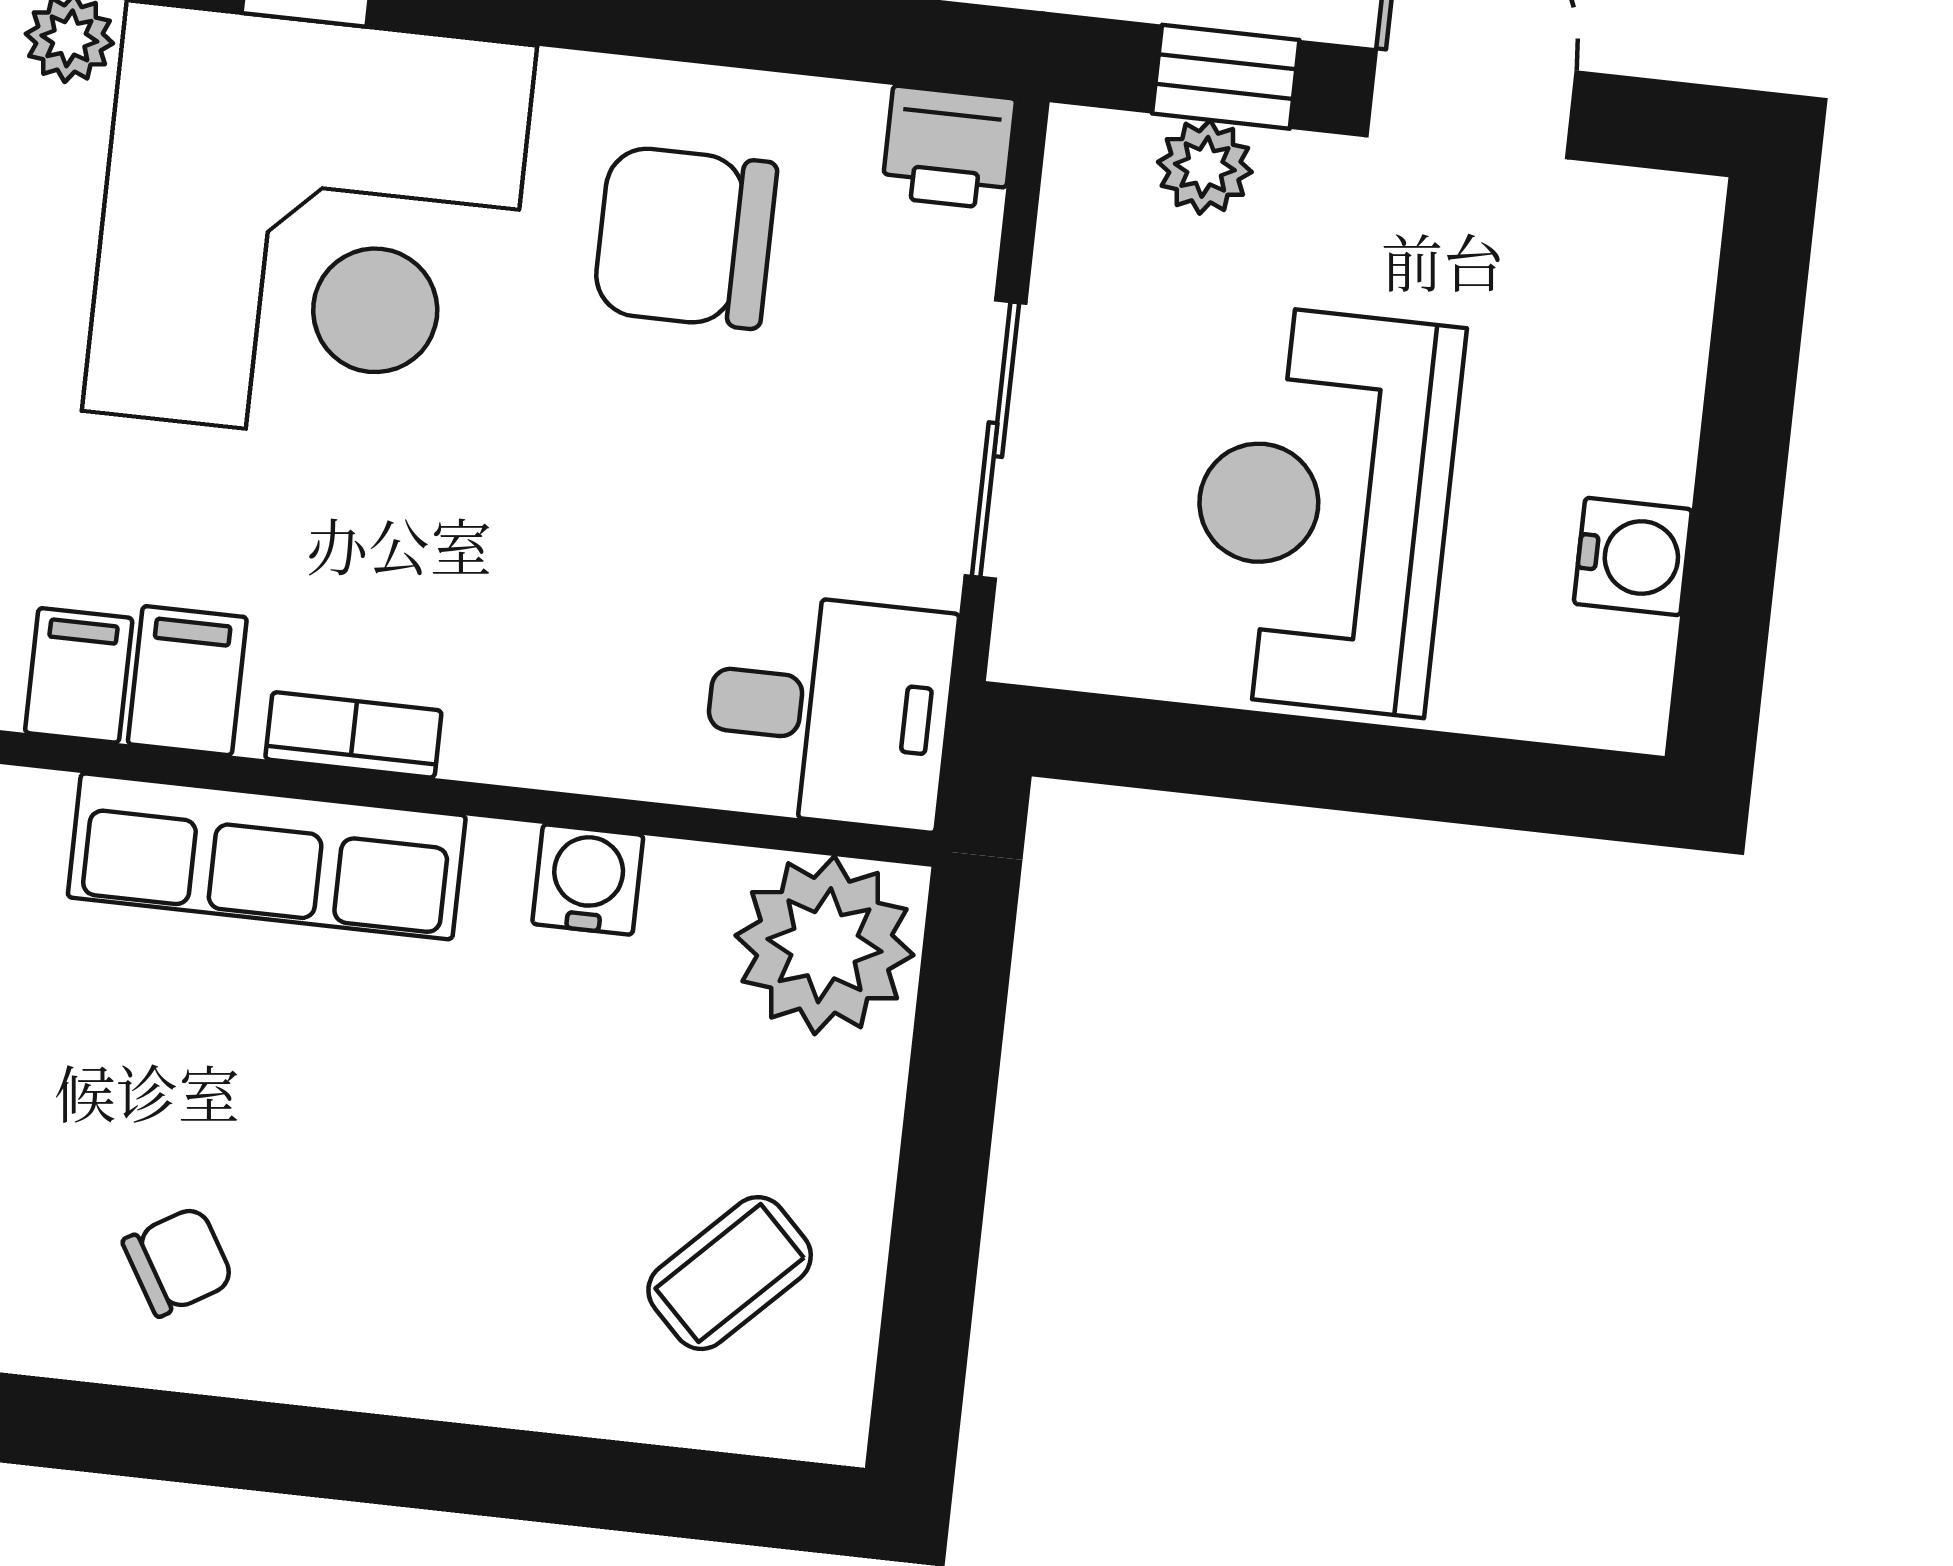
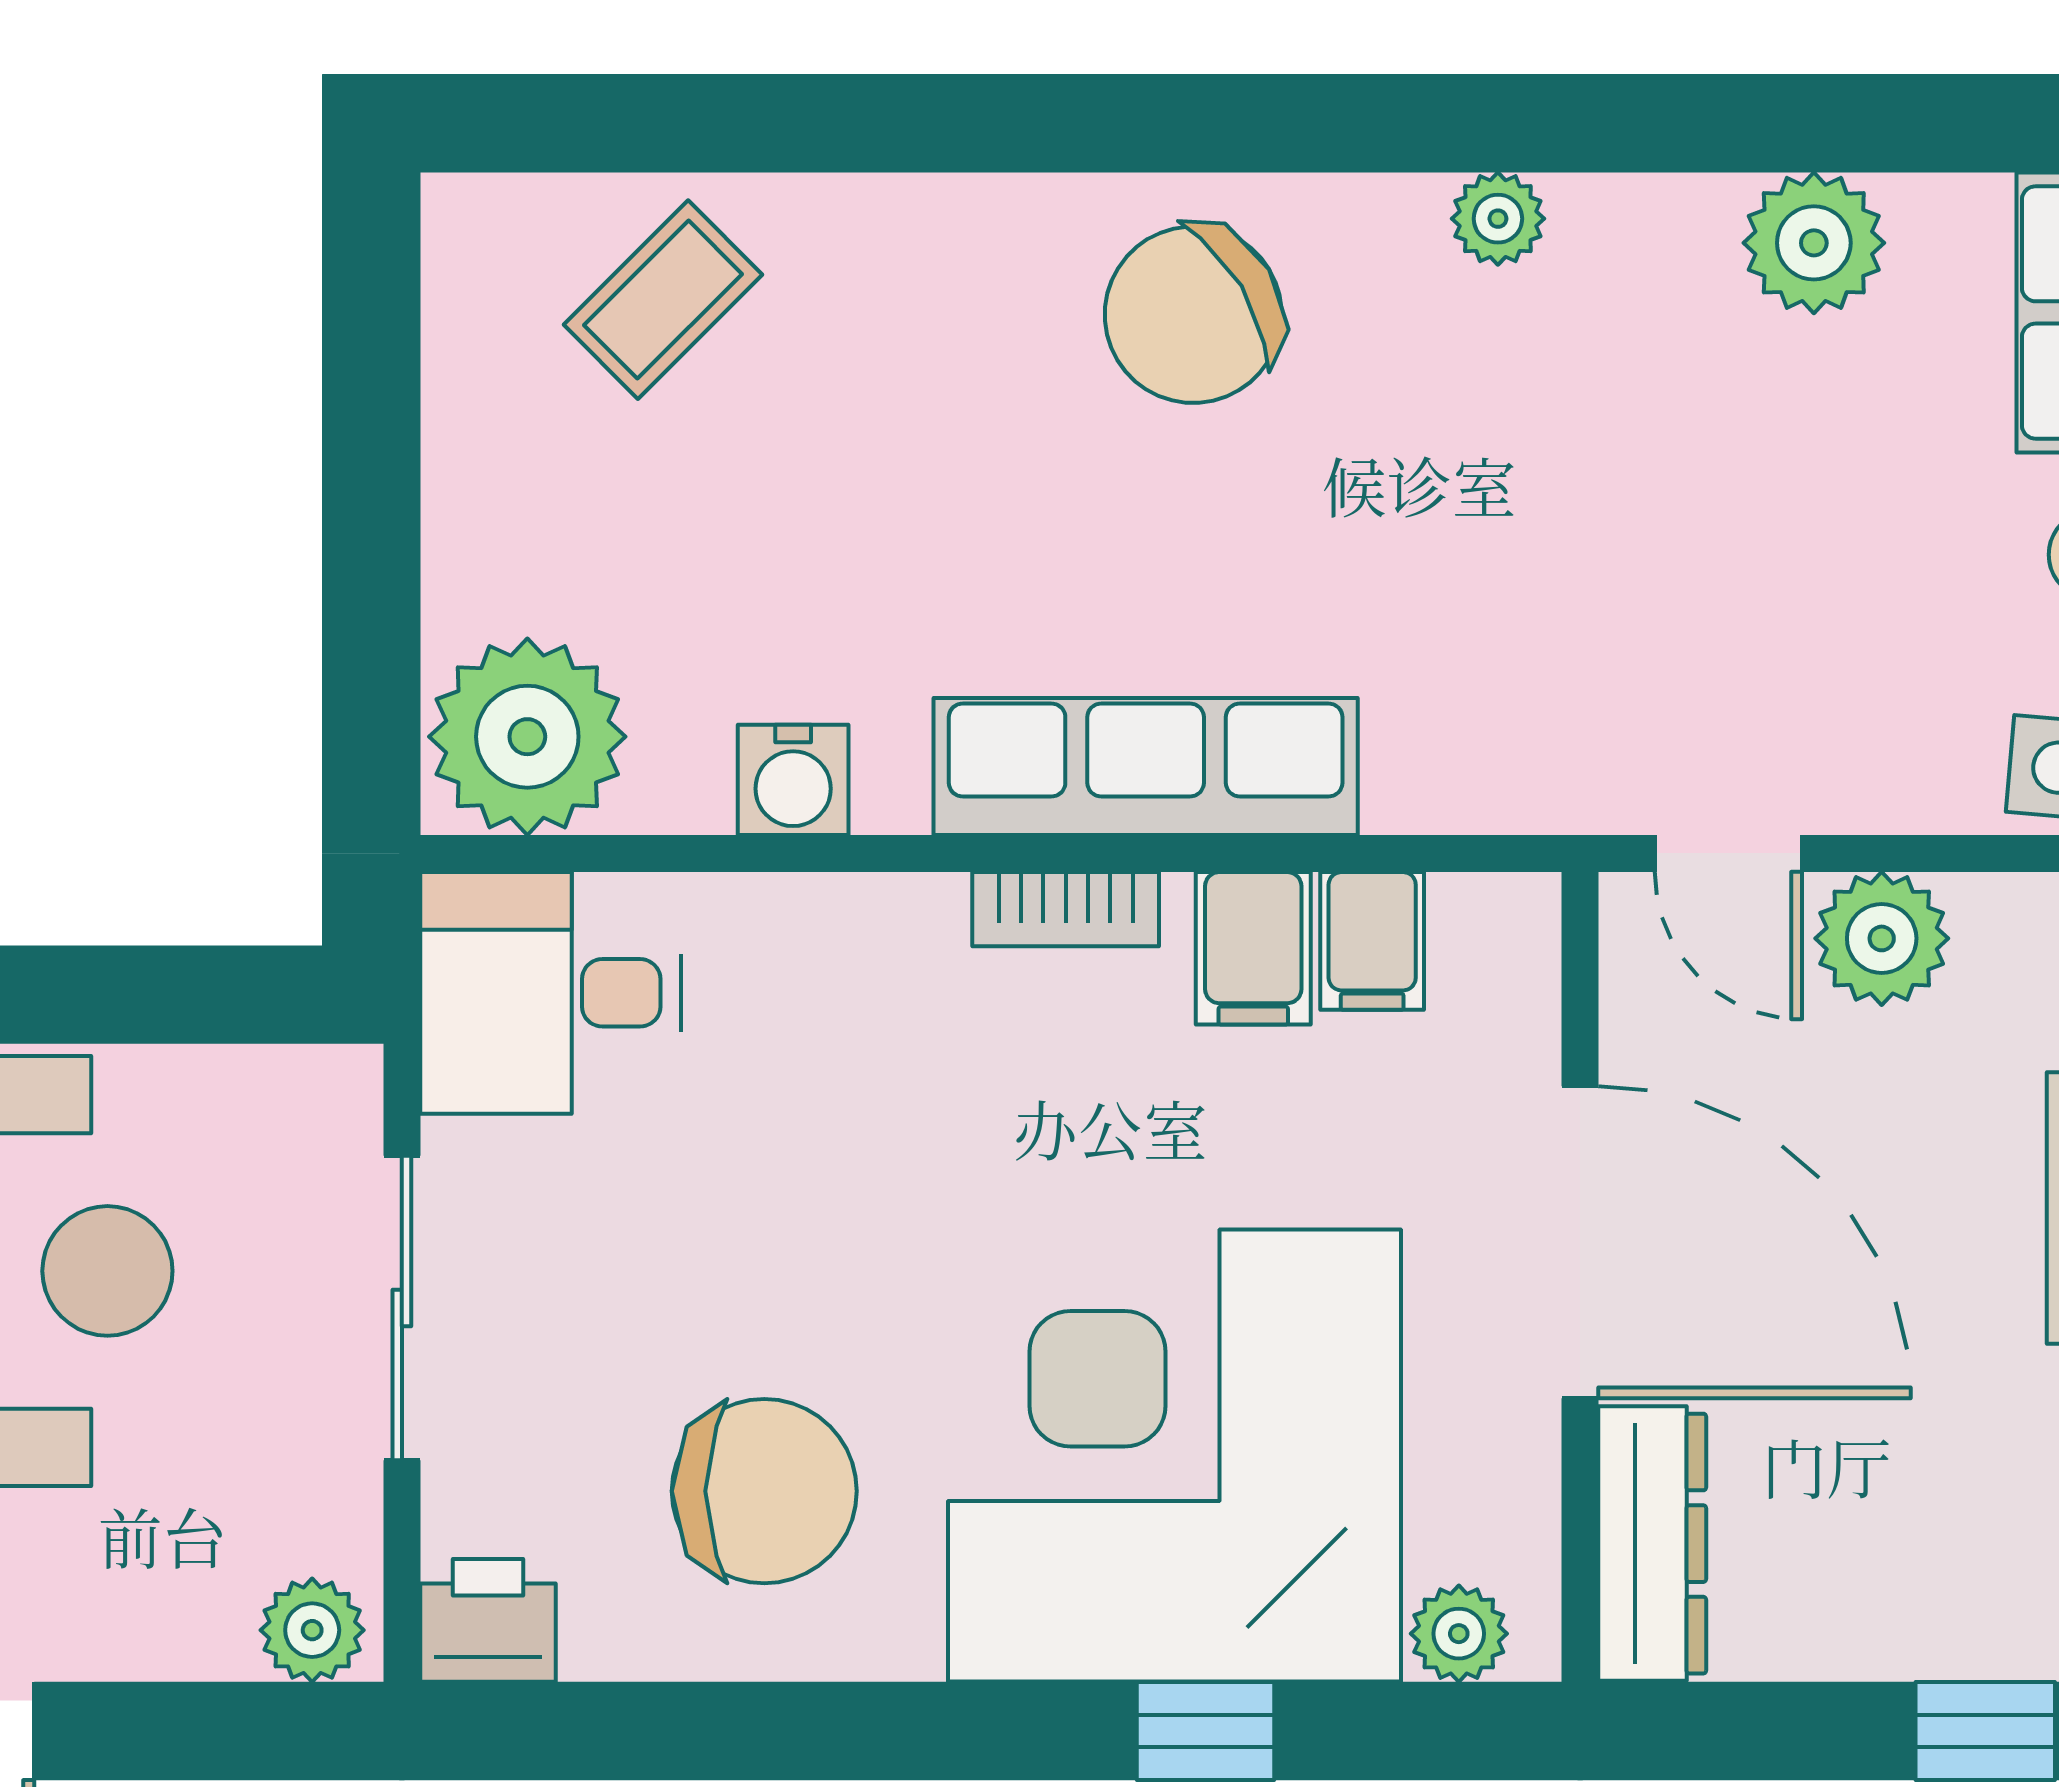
window: (1226, 77) -> (195, 1731), removed
plant: (1205, 167) -> (312, 1630), moved
chair: (178, 1261) -> (1193, 315), width x1.87, depth x1.87
coffee table: (730, 1273) -> (663, 300), moved

